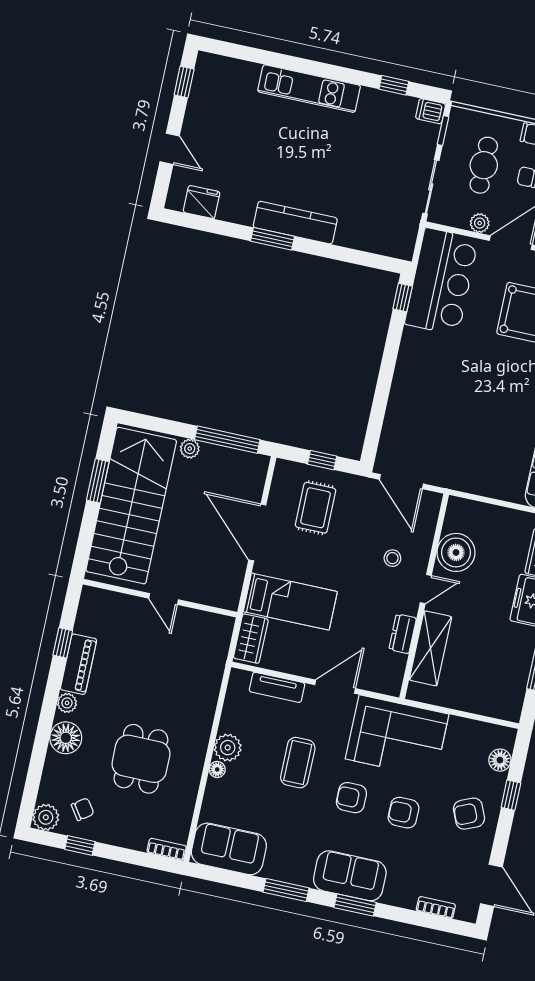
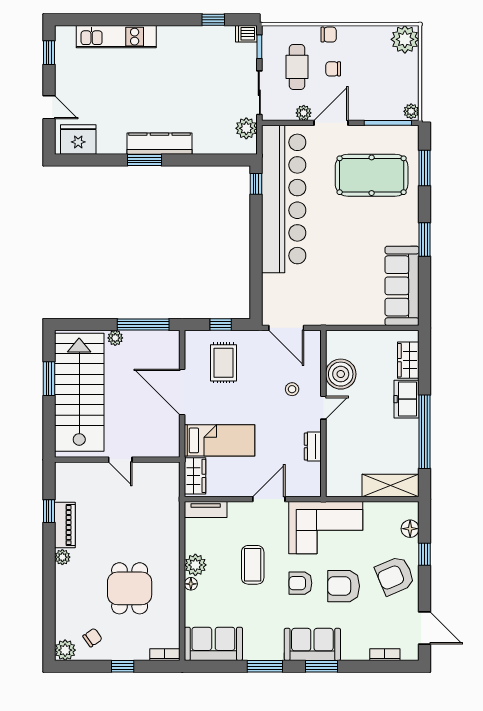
kitchen unit: (309, 89) -> (116, 37), moved
fridge: (202, 202) -> (78, 140), width x1.36, depth x1.34
plant: (405, 227) -> (246, 128), added
bar counter: (442, 281) -> (284, 199), width x1.86
shelving: (430, 648) -> (390, 486), moved, turned 90
tv unit: (277, 687) -> (206, 510), moved
floor lamp: (66, 738) -> (67, 585), removed
armchair: (403, 813) -> (344, 586), width x1.38, depth x1.38
armchair: (469, 814) -> (395, 576), width x1.38, depth x1.38
window: (80, 845) -> (123, 666), moved

